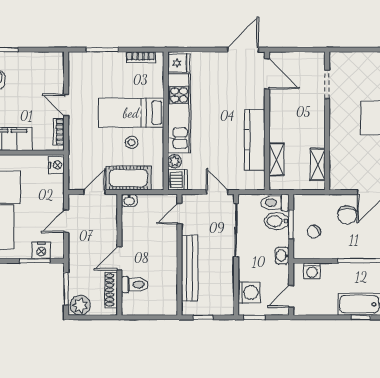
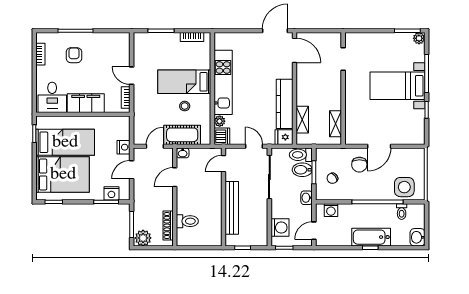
fridge: (179, 63) -> (284, 137), moved, turned 180
nightstand: (56, 165) -> (124, 147), moved
door: (119, 258) -> (175, 177), moved

